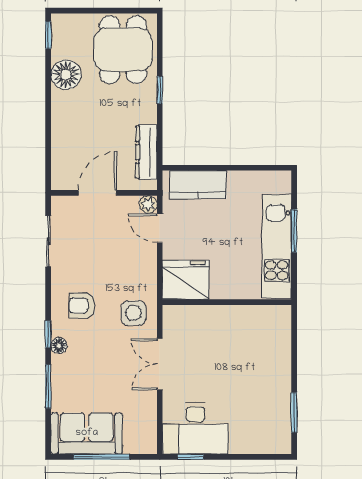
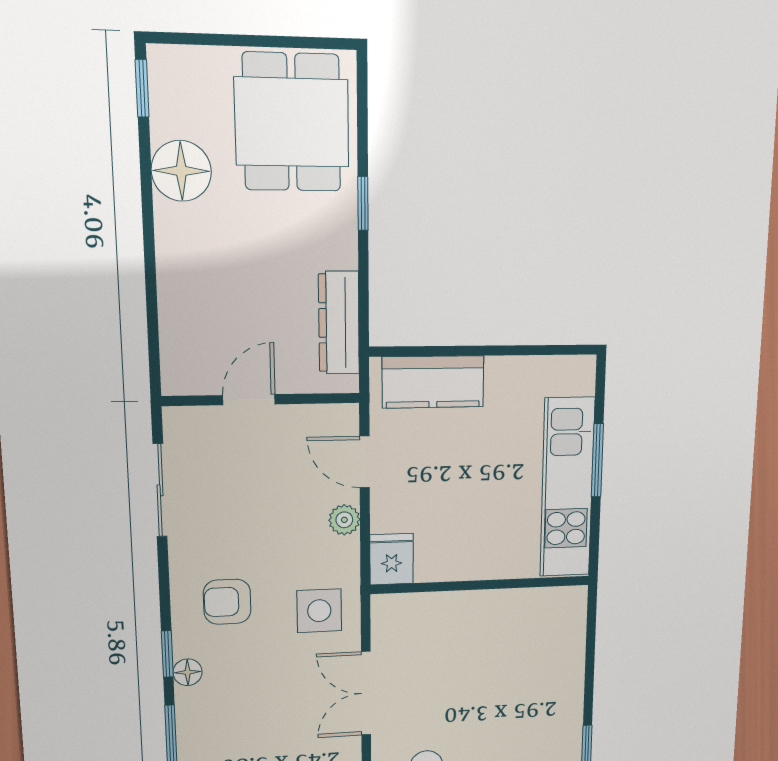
door: (97, 193) -> (249, 400), width x0.73
plant: (148, 204) -> (344, 520), moved
fridge: (186, 280) -> (392, 559), width x0.53, depth x0.75

